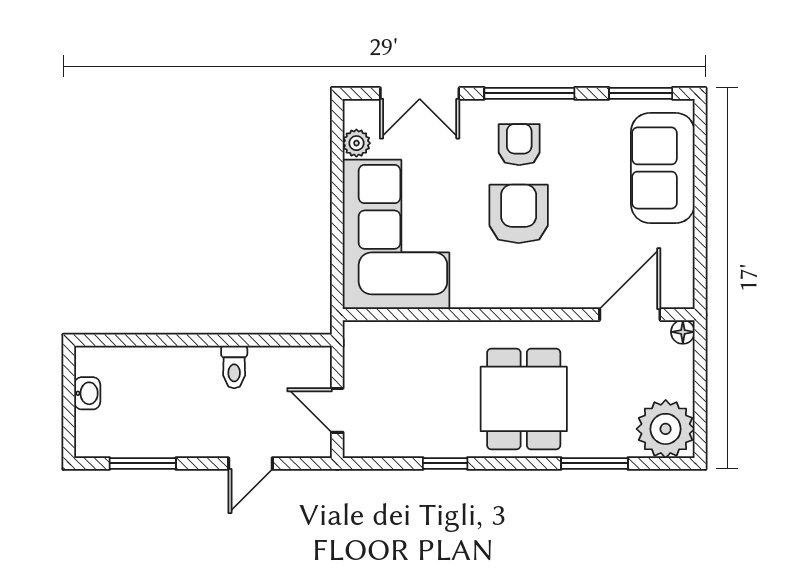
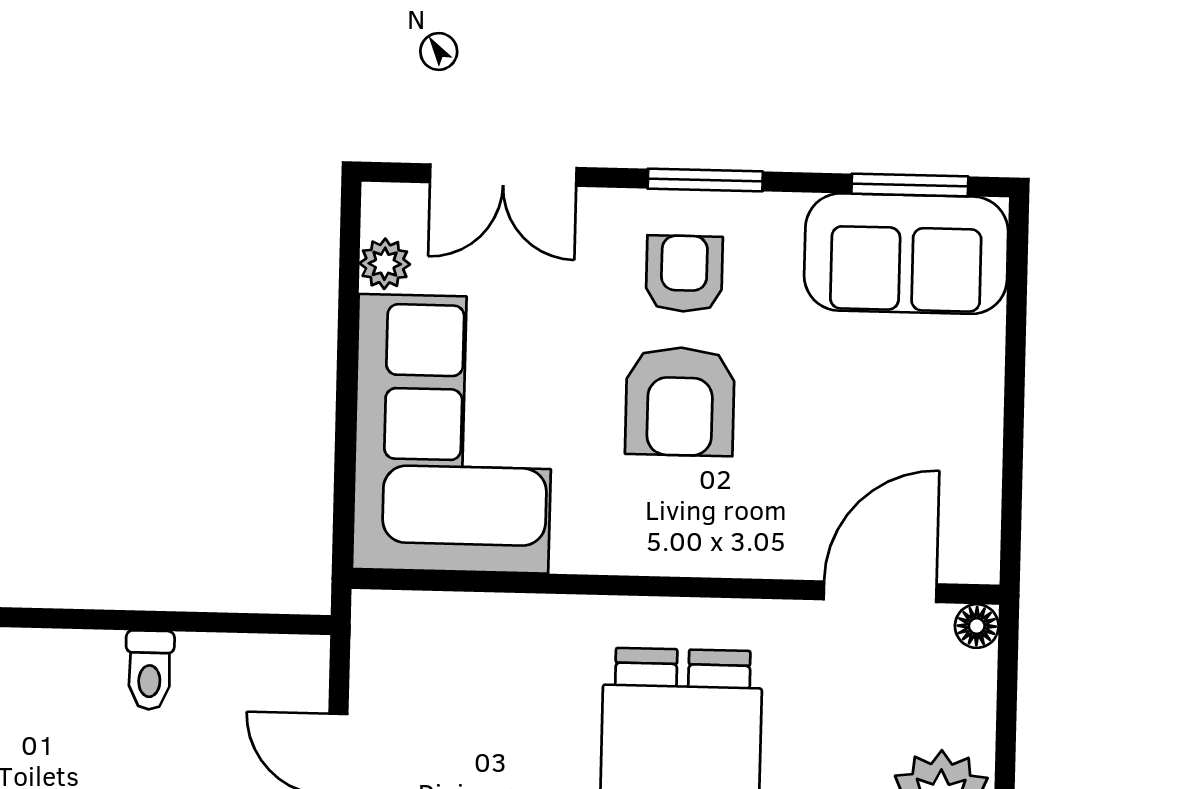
window: (529, 93) -> (705, 180), width x0.69
sofa: (663, 168) -> (906, 254), moved, turned -90
armchair: (519, 214) -> (680, 401), turned 180

